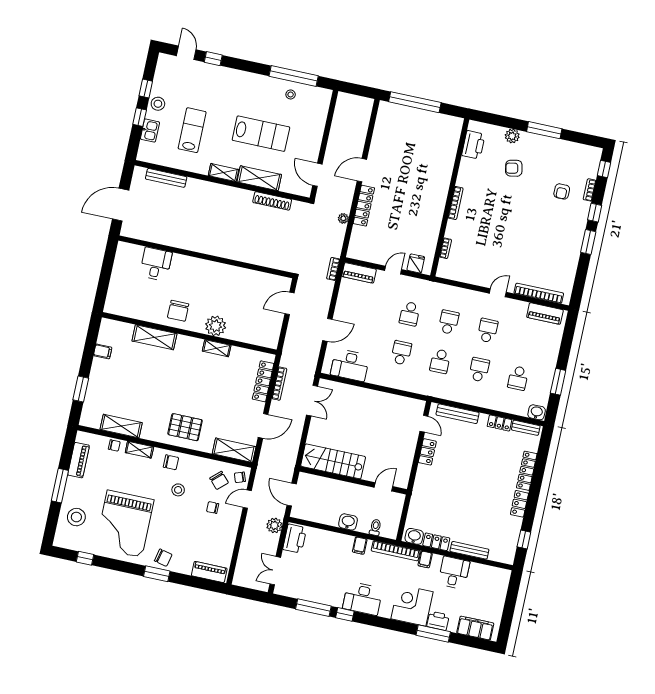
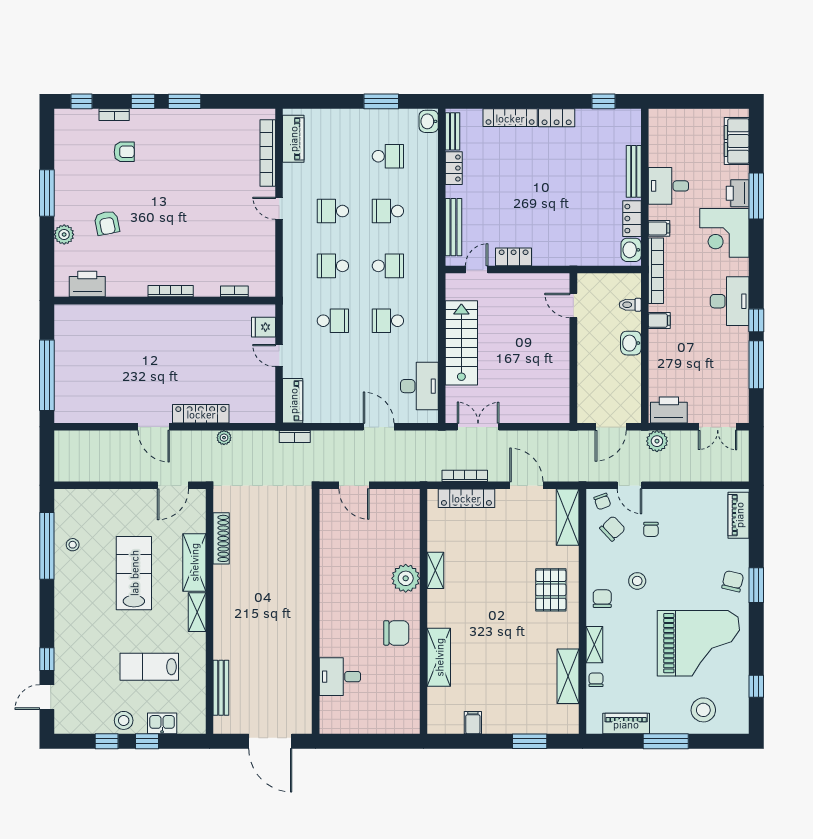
stairs: (333, 461) -> (461, 343), moved, turned 180

